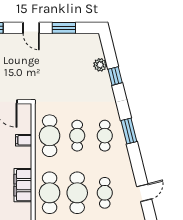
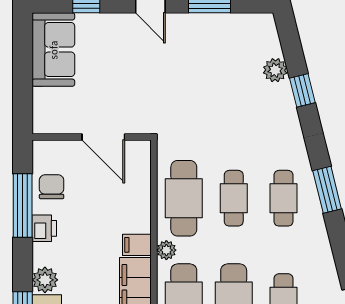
filing cabinet: (24, 140) -> (137, 245), moved
plant: (40, 164) -> (166, 250), added

